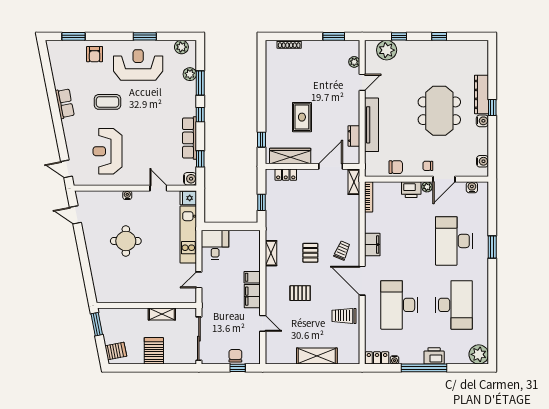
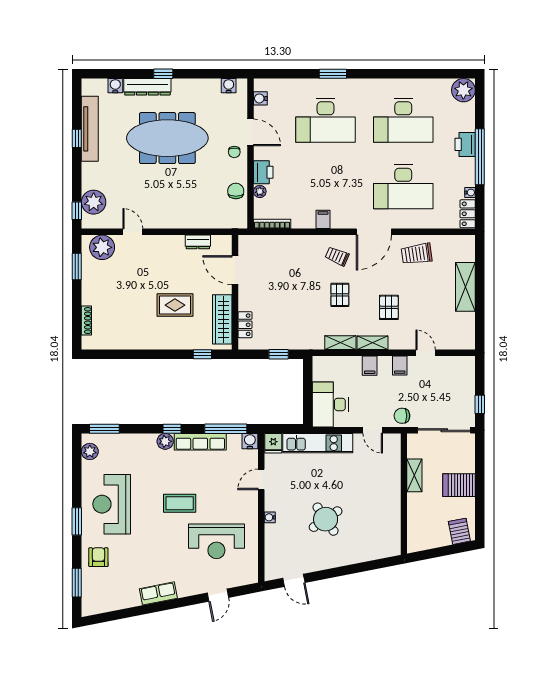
window: (145, 36) -> (77, 521), moved
window: (399, 36) -> (77, 211), moved
armchair: (95, 54) -> (98, 557), turned -90
plant: (354, 62) -> (102, 247), width x1.88, depth x1.88
plant: (190, 74) -> (165, 441), moved
window: (200, 83) -> (104, 429), moved
coffee table: (107, 102) -> (180, 503), moved, turned 90
meeting table: (439, 111) -> (167, 138), width x1.36
water cooler: (482, 121) -> (115, 86), moved
tv unit: (372, 125) -> (90, 129), moved, turned 90
window: (200, 159) -> (226, 429), width x2.17
door: (66, 169) -> (218, 595), moved
shelving: (354, 182) -> (373, 343), moved
plant: (427, 187) -> (260, 191), moved
door: (75, 215) -> (294, 580), hinge flipped
round table: (126, 241) -> (326, 519), turned -34
desk: (215, 245) -> (330, 404), width x1.37
filing cabinet: (372, 245) -> (323, 219), width x0.50
pallet: (310, 253) -> (340, 295), turned 90
filing cabinet: (252, 296) -> (400, 365), width x0.50
desk: (454, 305) -> (403, 120), turned 180
trolley: (344, 316) -> (417, 254), turned 82
door: (263, 323) -> (426, 353), hinge flipped
window: (97, 324) -> (427, 554), removed
chair: (235, 356) -> (402, 416), moved
window: (238, 368) -> (480, 404), moved

